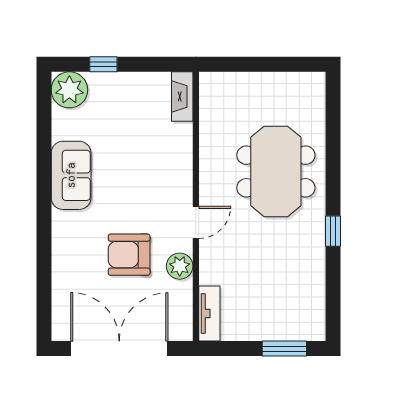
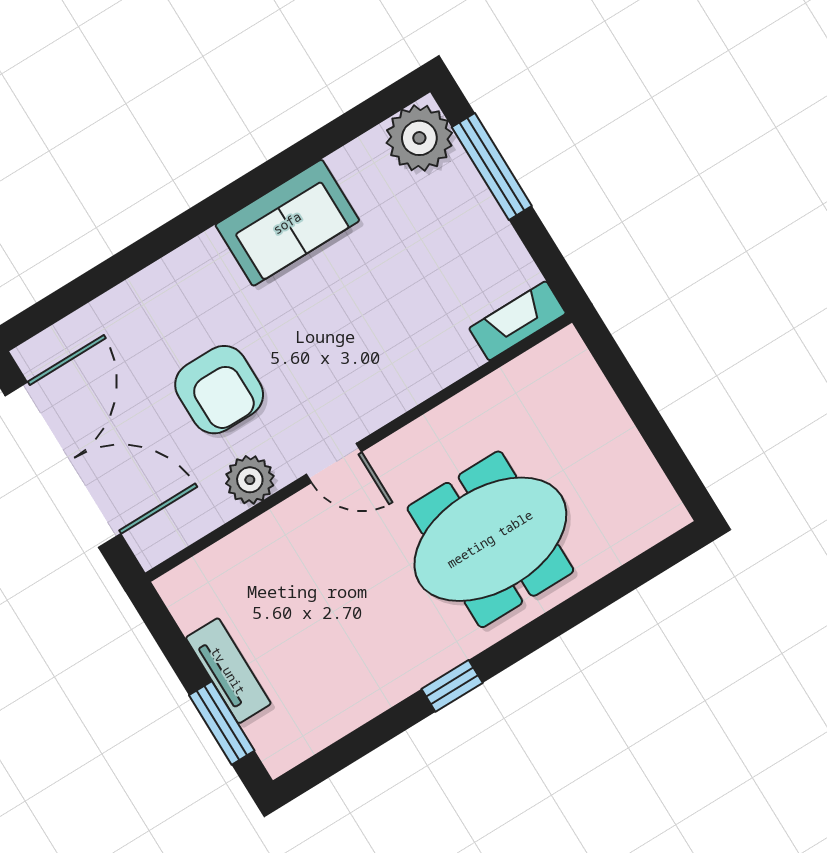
window: (103, 64) -> (492, 166), width x2.17
armchair: (129, 255) -> (219, 390), turned 180
tv unit: (209, 314) -> (228, 671), moved, turned -90

